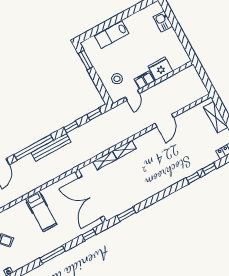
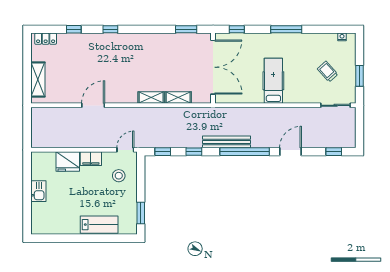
kitchen sink: (163, 22) -> (38, 191), moved
door: (132, 95) -> (125, 150), moved
window: (193, 178) -> (110, 29), moved

